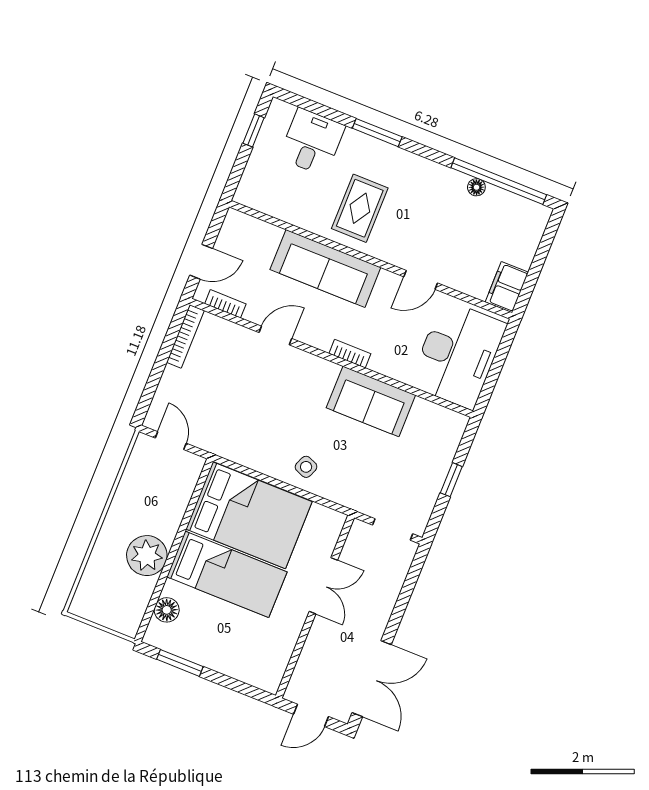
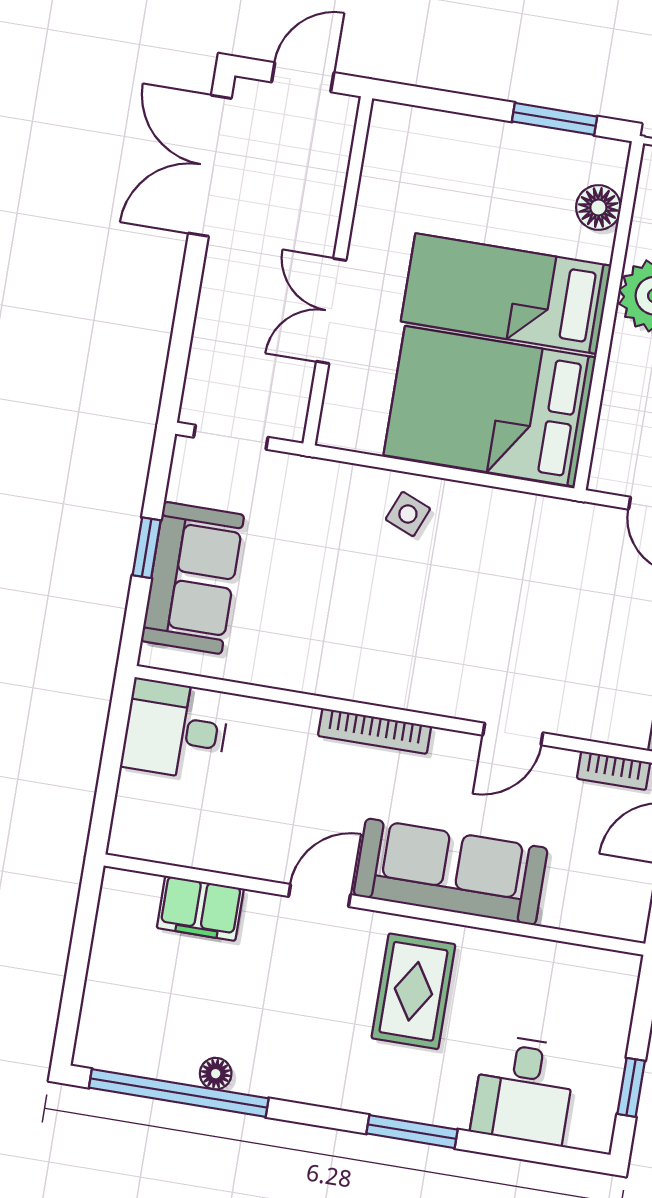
door: (421, 280) -> (319, 895), moved
filing cabinet: (507, 287) -> (200, 908), moved, turned 90
bookcase: (350, 354) -> (375, 731), width x1.56
desk: (458, 354) -> (176, 730), width x0.53, depth x0.77
sofa: (371, 401) -> (193, 578), moved, turned 90

